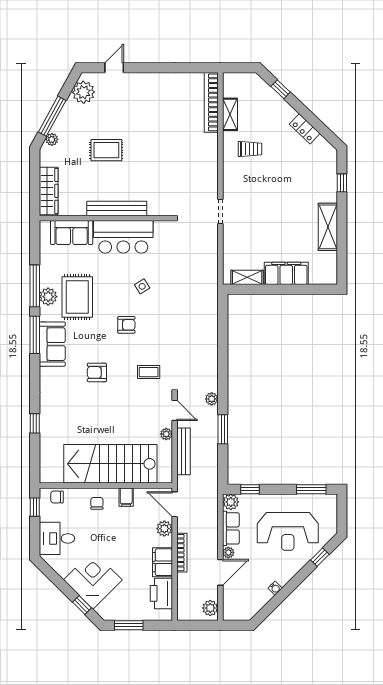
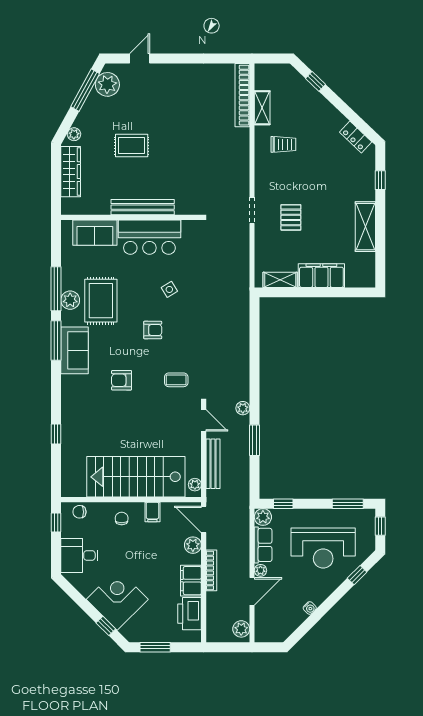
window: (52, 116) -> (85, 90), moved
locker: (305, 129) -> (356, 137), moved
wardrobe: (49, 191) -> (71, 172), moved
pallet: (257, 218) -> (291, 217), added
plant: (166, 434) -> (195, 485), moved
window: (342, 511) -> (380, 526), added

